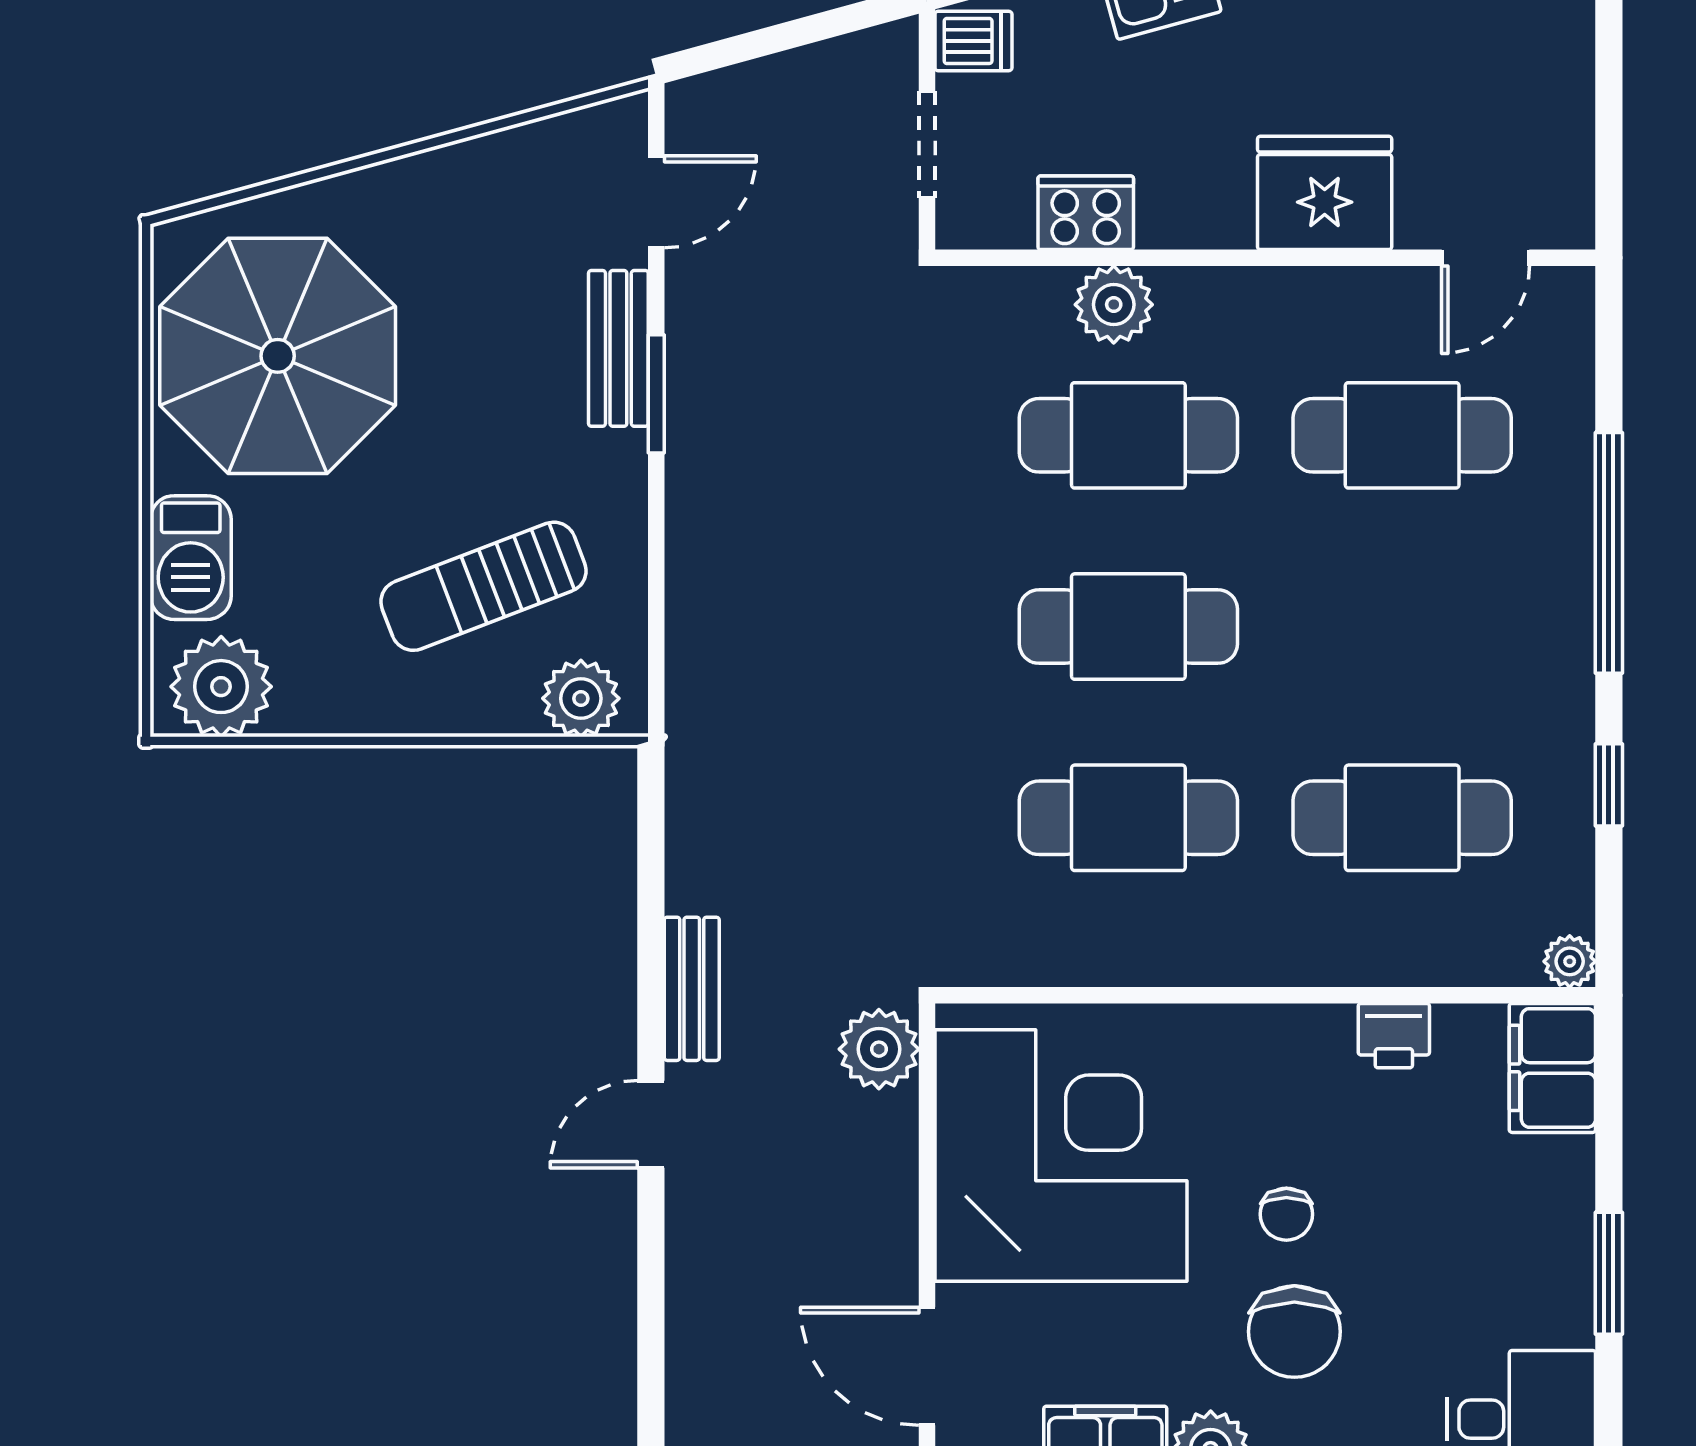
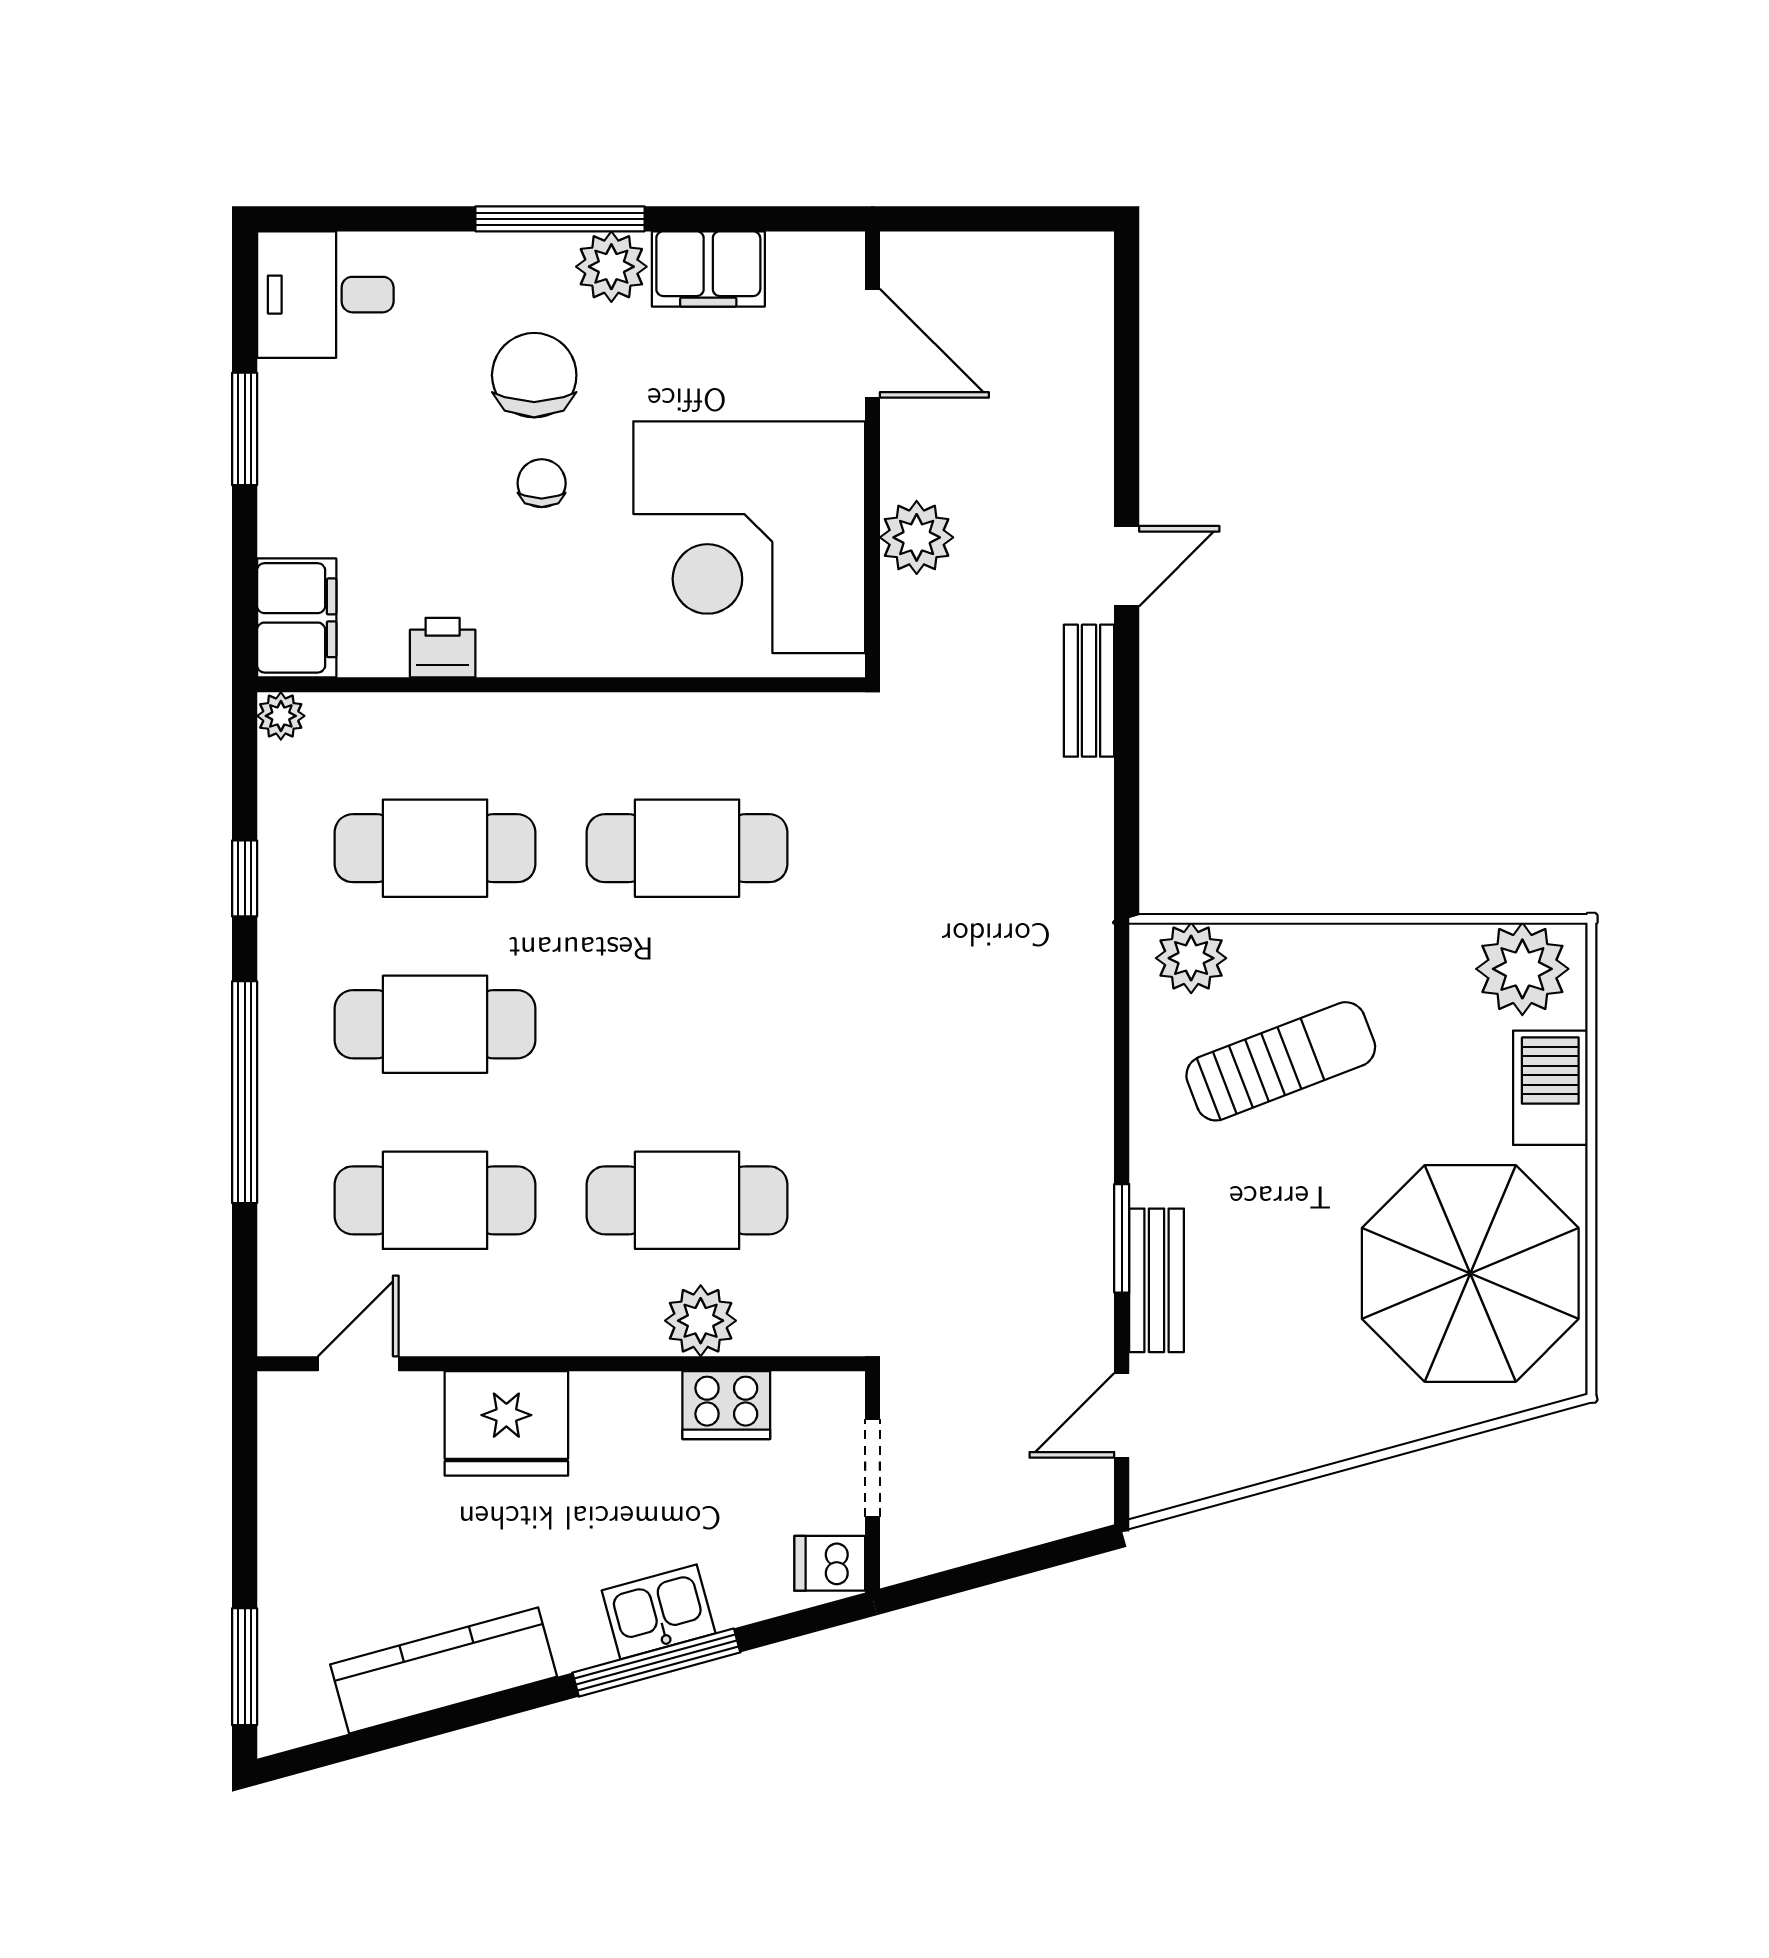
cafe table: (1128, 627) -> (435, 1024), moved
plant: (879, 1049) -> (917, 537), moved

